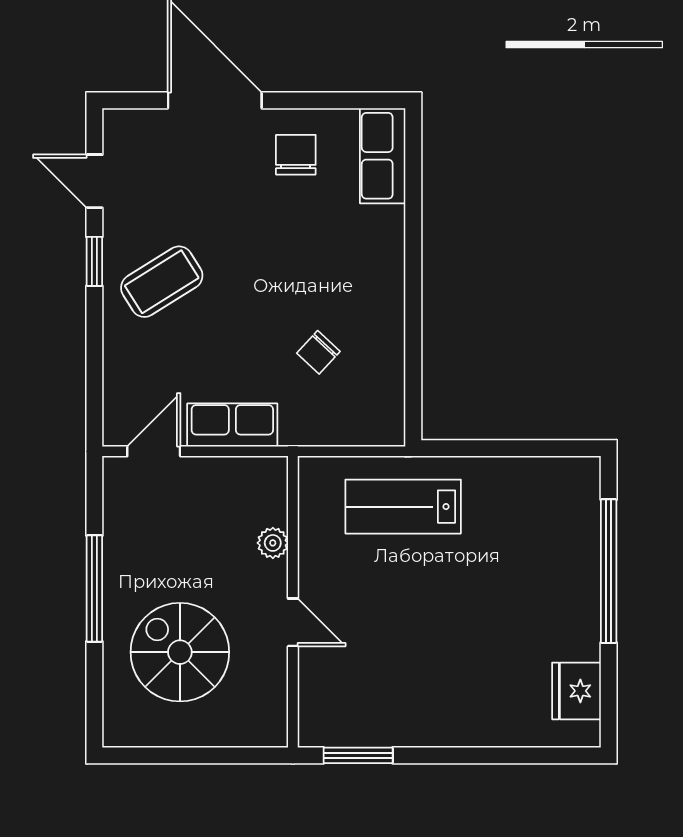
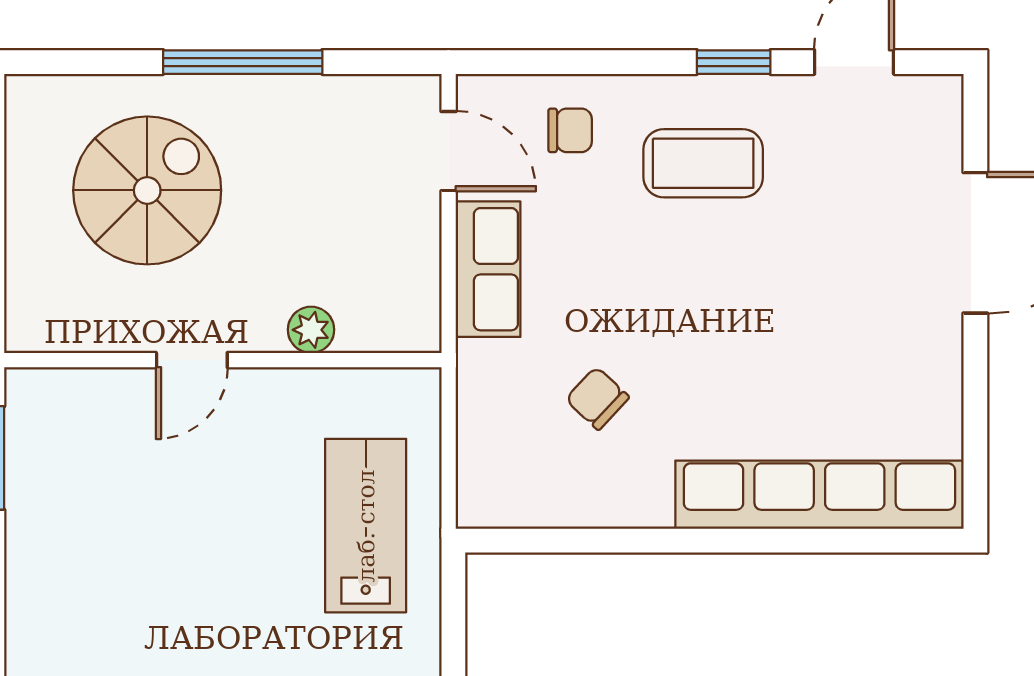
chair: (296, 155) -> (570, 130), moved, width x0.73, depth x0.73
row of seats: (383, 156) -> (819, 495), width x2.02
coffee table: (162, 282) -> (703, 163), turned -58

